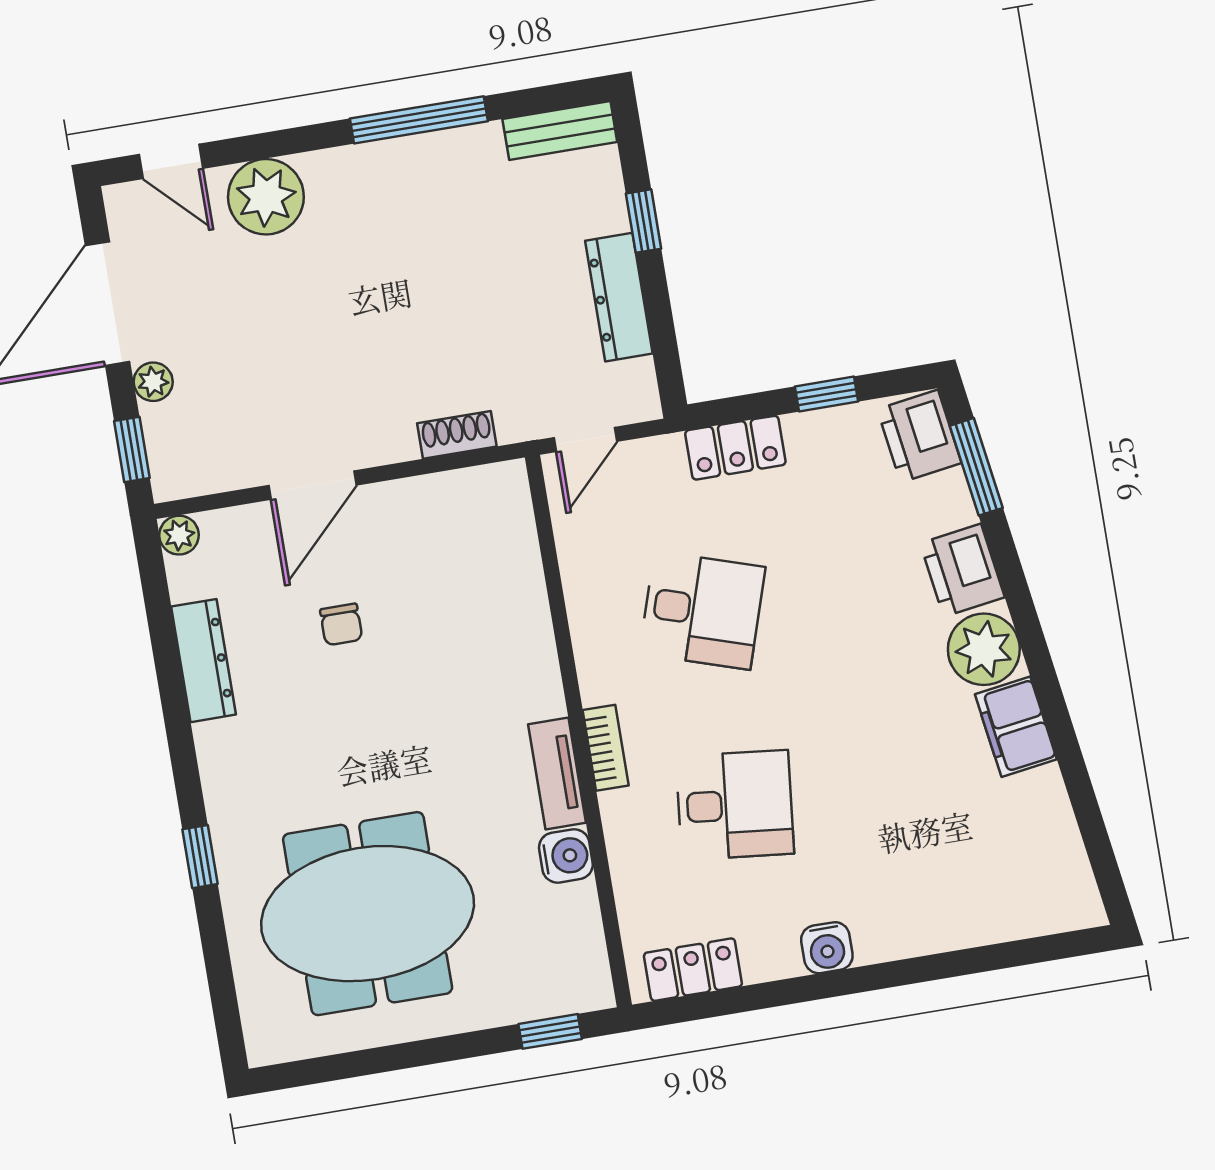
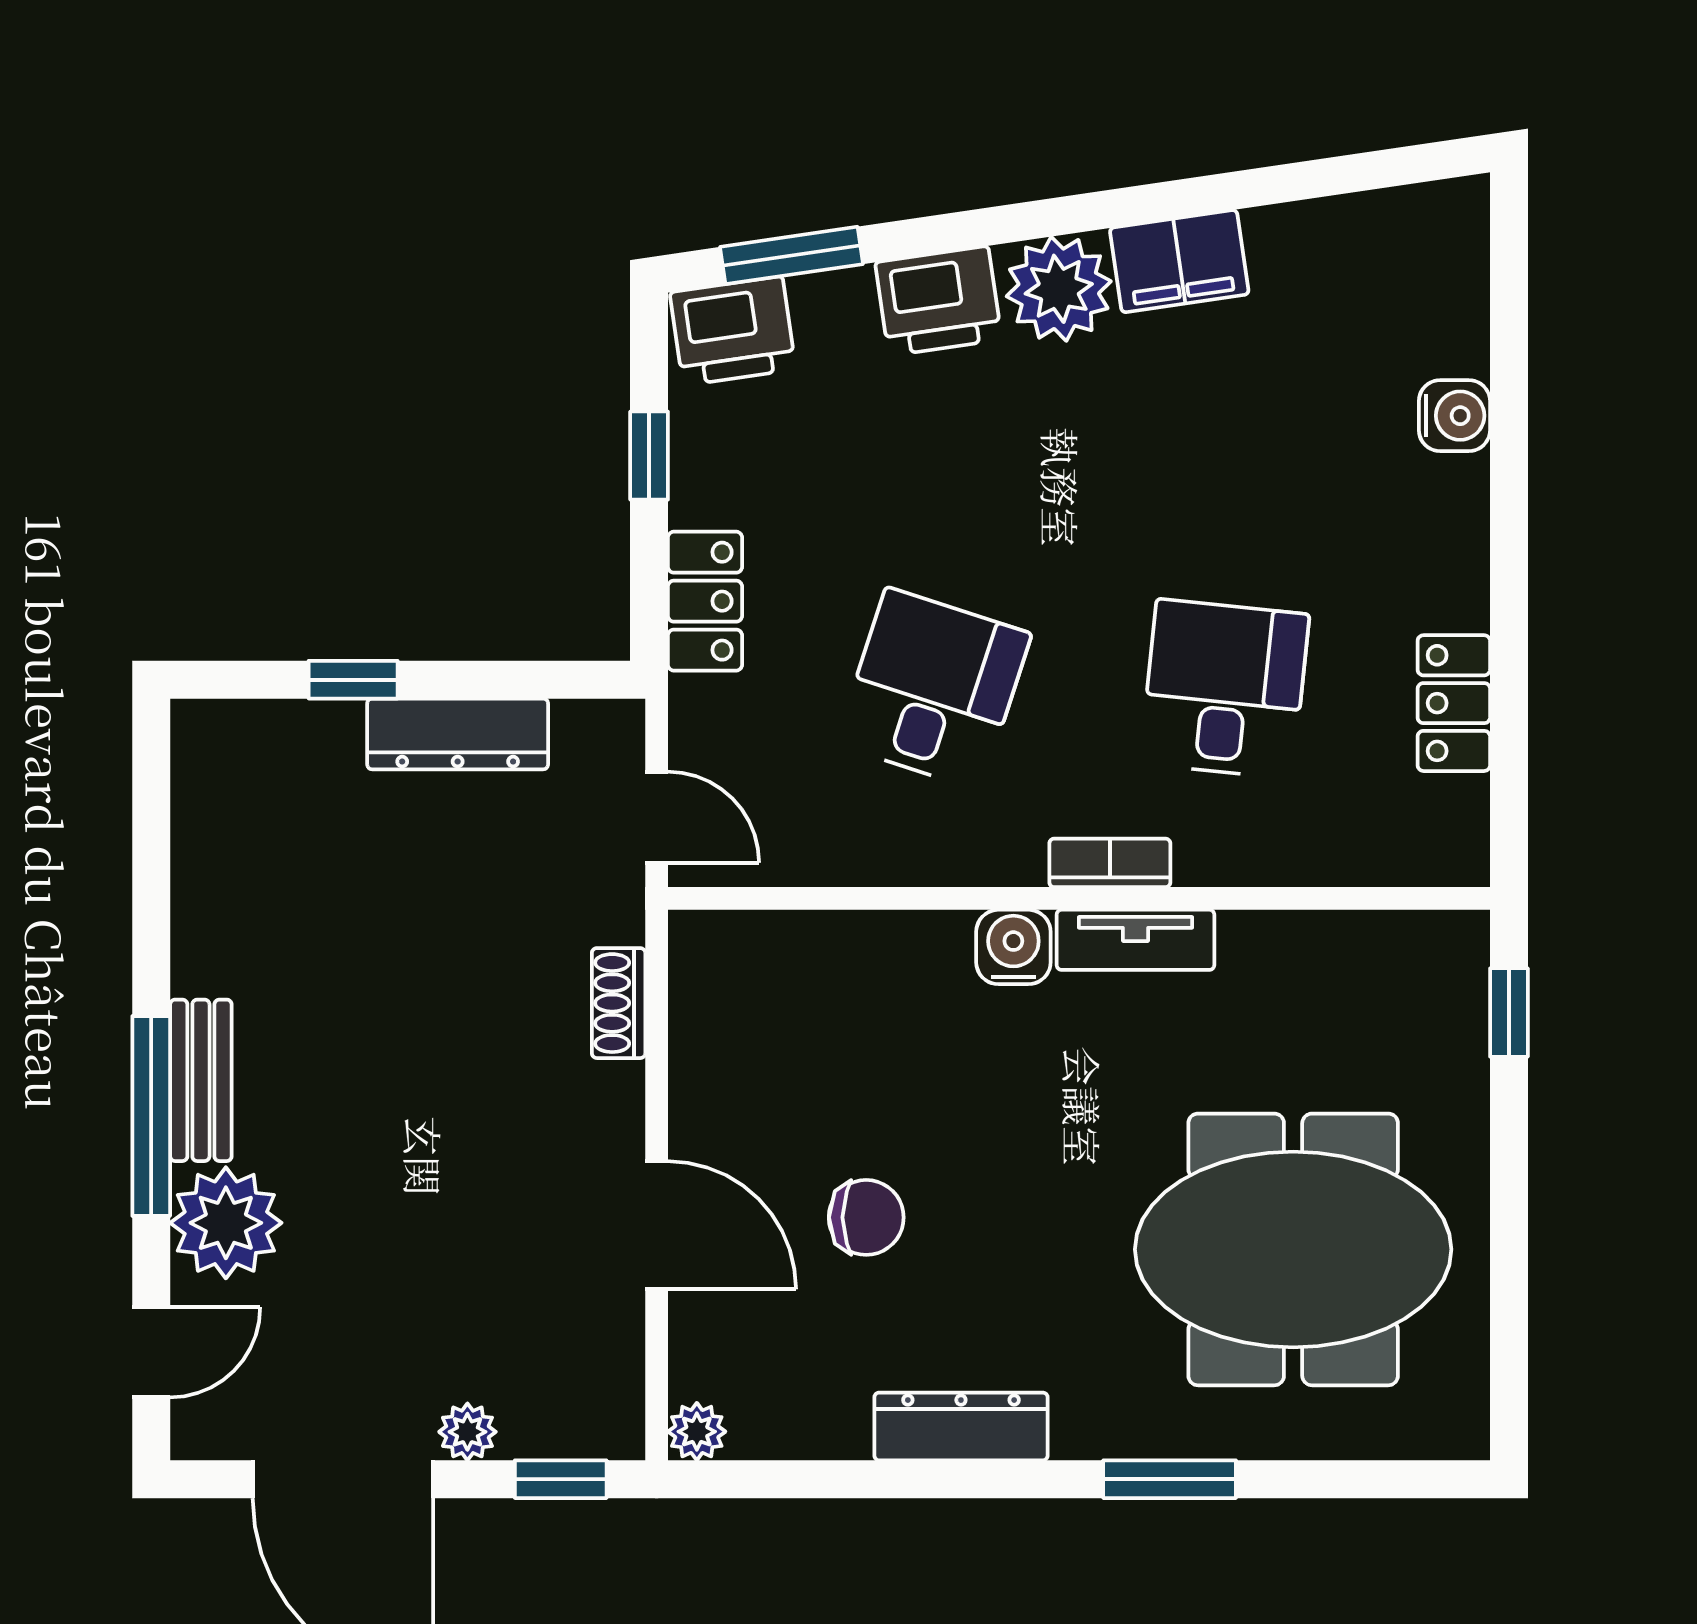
window: (419, 120) -> (151, 1116), moved
bench: (560, 130) -> (201, 1080), moved
chair: (341, 624) -> (866, 1217), width x1.37, depth x1.37
dresser: (204, 661) -> (961, 1426), moved
water cooler: (566, 856) -> (1013, 947), moved
window: (200, 857) -> (1170, 1479), width x1.50
meeting table: (368, 914) -> (1293, 1249), turned 90
water cooler: (827, 948) -> (1454, 416), moved
locker: (693, 970) -> (1454, 703), moved

